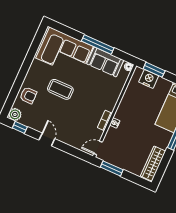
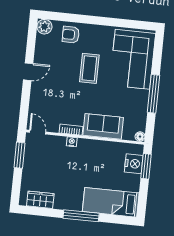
sofa: (105, 62) -> (103, 126), moved, turned 90
armchair: (28, 95) -> (71, 35), turned 90
window: (20, 127) -> (32, 37), removed
wardrobe: (153, 164) -> (40, 200), width x0.67

